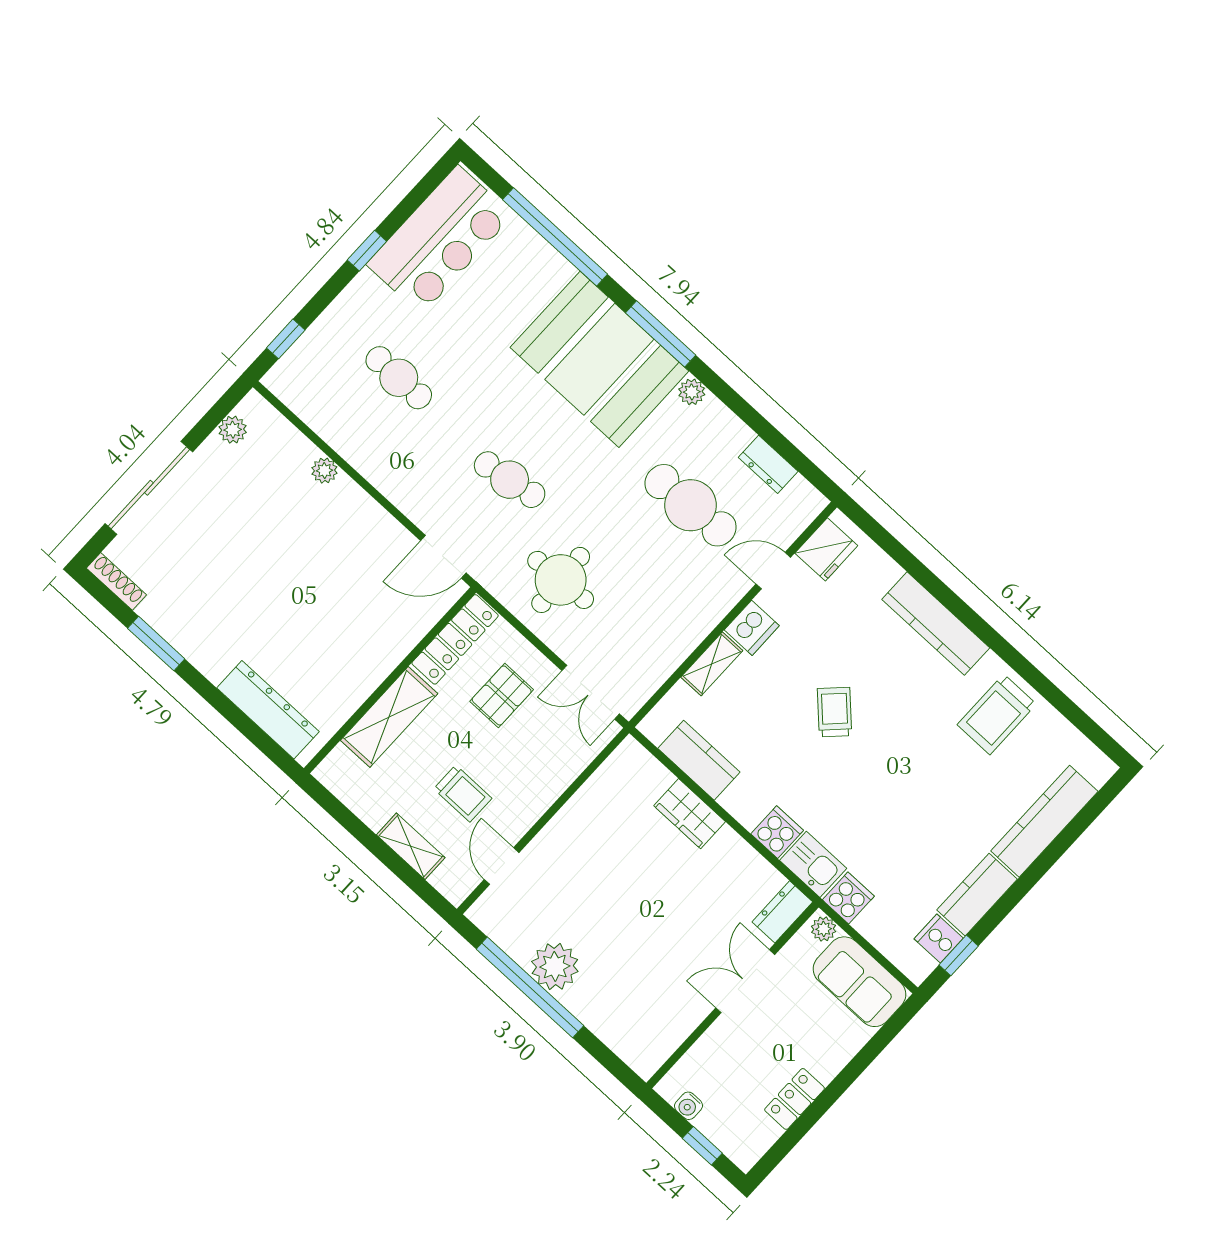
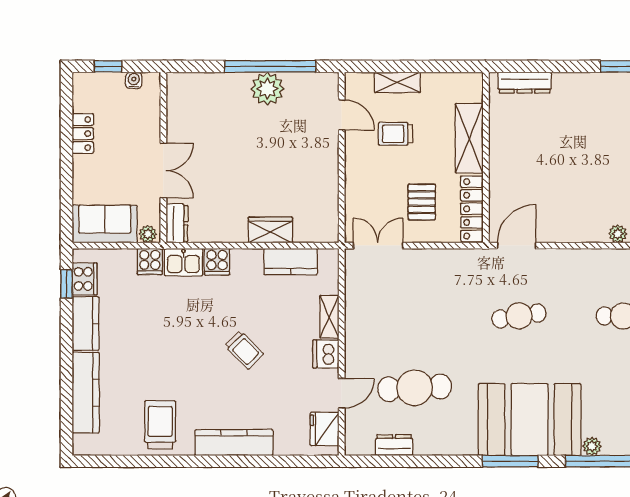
plant: (692, 392) -> (592, 446), moved
round table: (561, 580) -> (446, 289), removed
dresser: (268, 710) -> (525, 83), width x0.73, depth x0.80
cooker: (939, 938) -> (85, 279), width x1.36

